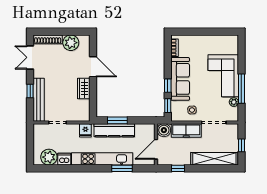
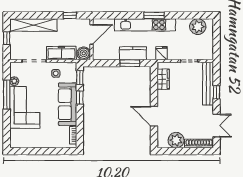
wardrobe: (84, 89) -> (163, 79), moved
kitchen counter: (114, 130) -> (133, 53), width x0.67
dishwasher: (64, 159) -> (183, 25), removed
window: (122, 168) -> (154, 15), moved

